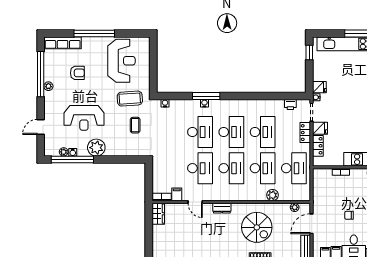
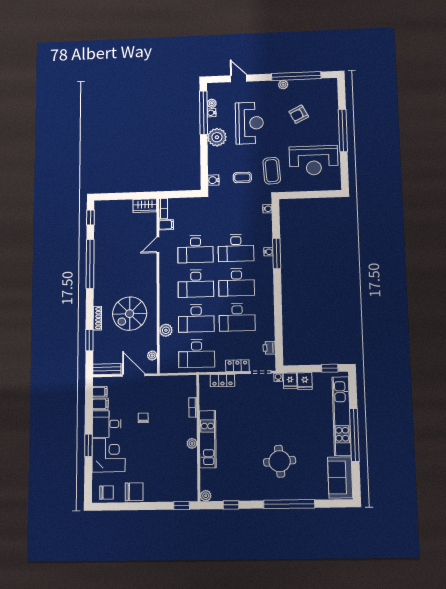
row of seats: (63, 43) -> (331, 97), removed
armchair: (77, 73) -> (299, 114), turned 63
reception desk: (84, 118) -> (249, 123), turned 180
fridge: (320, 128) -> (305, 381), moved
water cooler: (137, 151) -> (213, 180), added
dresser: (222, 208) -> (151, 274), removed

